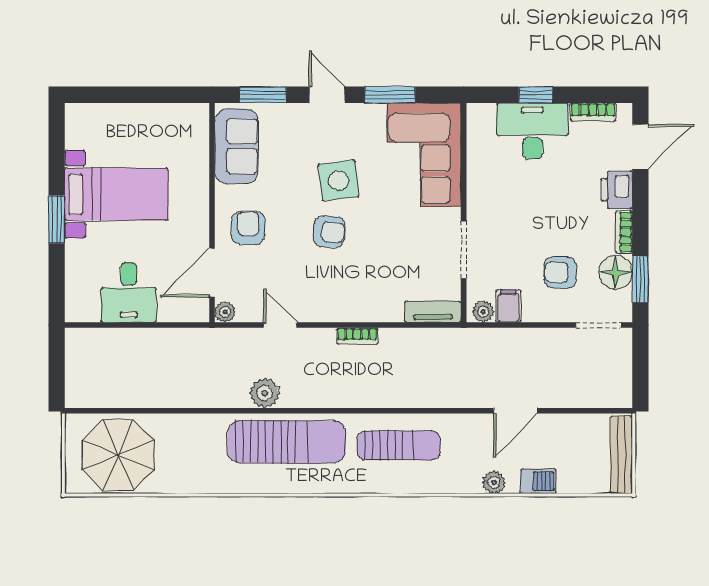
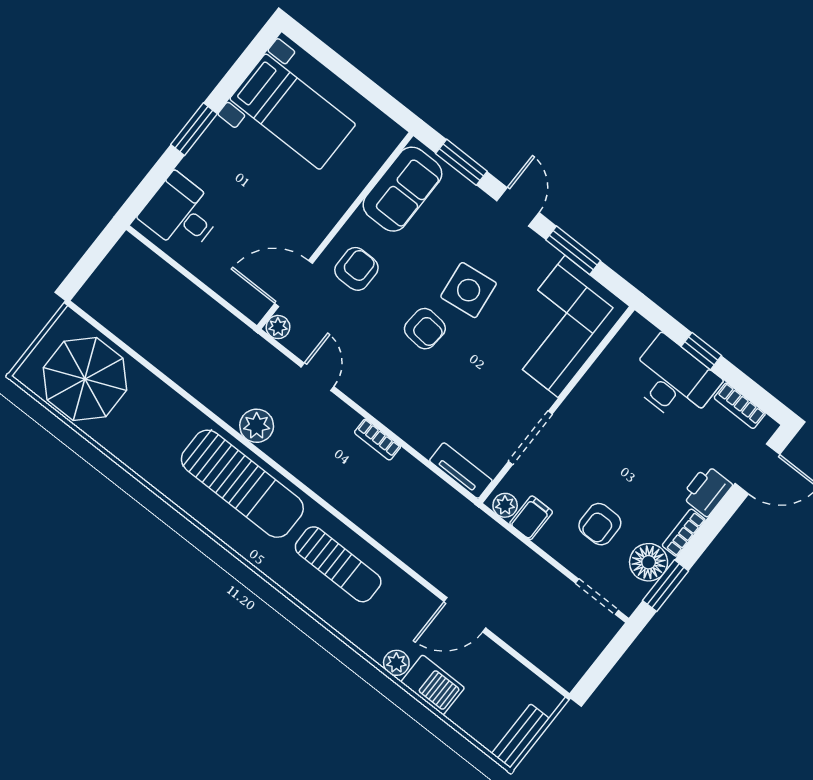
bed with nightstands: (116, 194) -> (293, 112), moved
armchair: (560, 272) -> (600, 524), turned -90
desk: (129, 293) -> (181, 214), moved, turned 90
bench: (621, 455) -> (520, 736), width x0.73
barbecue: (538, 481) -> (433, 685), width x1.38, depth x1.27

